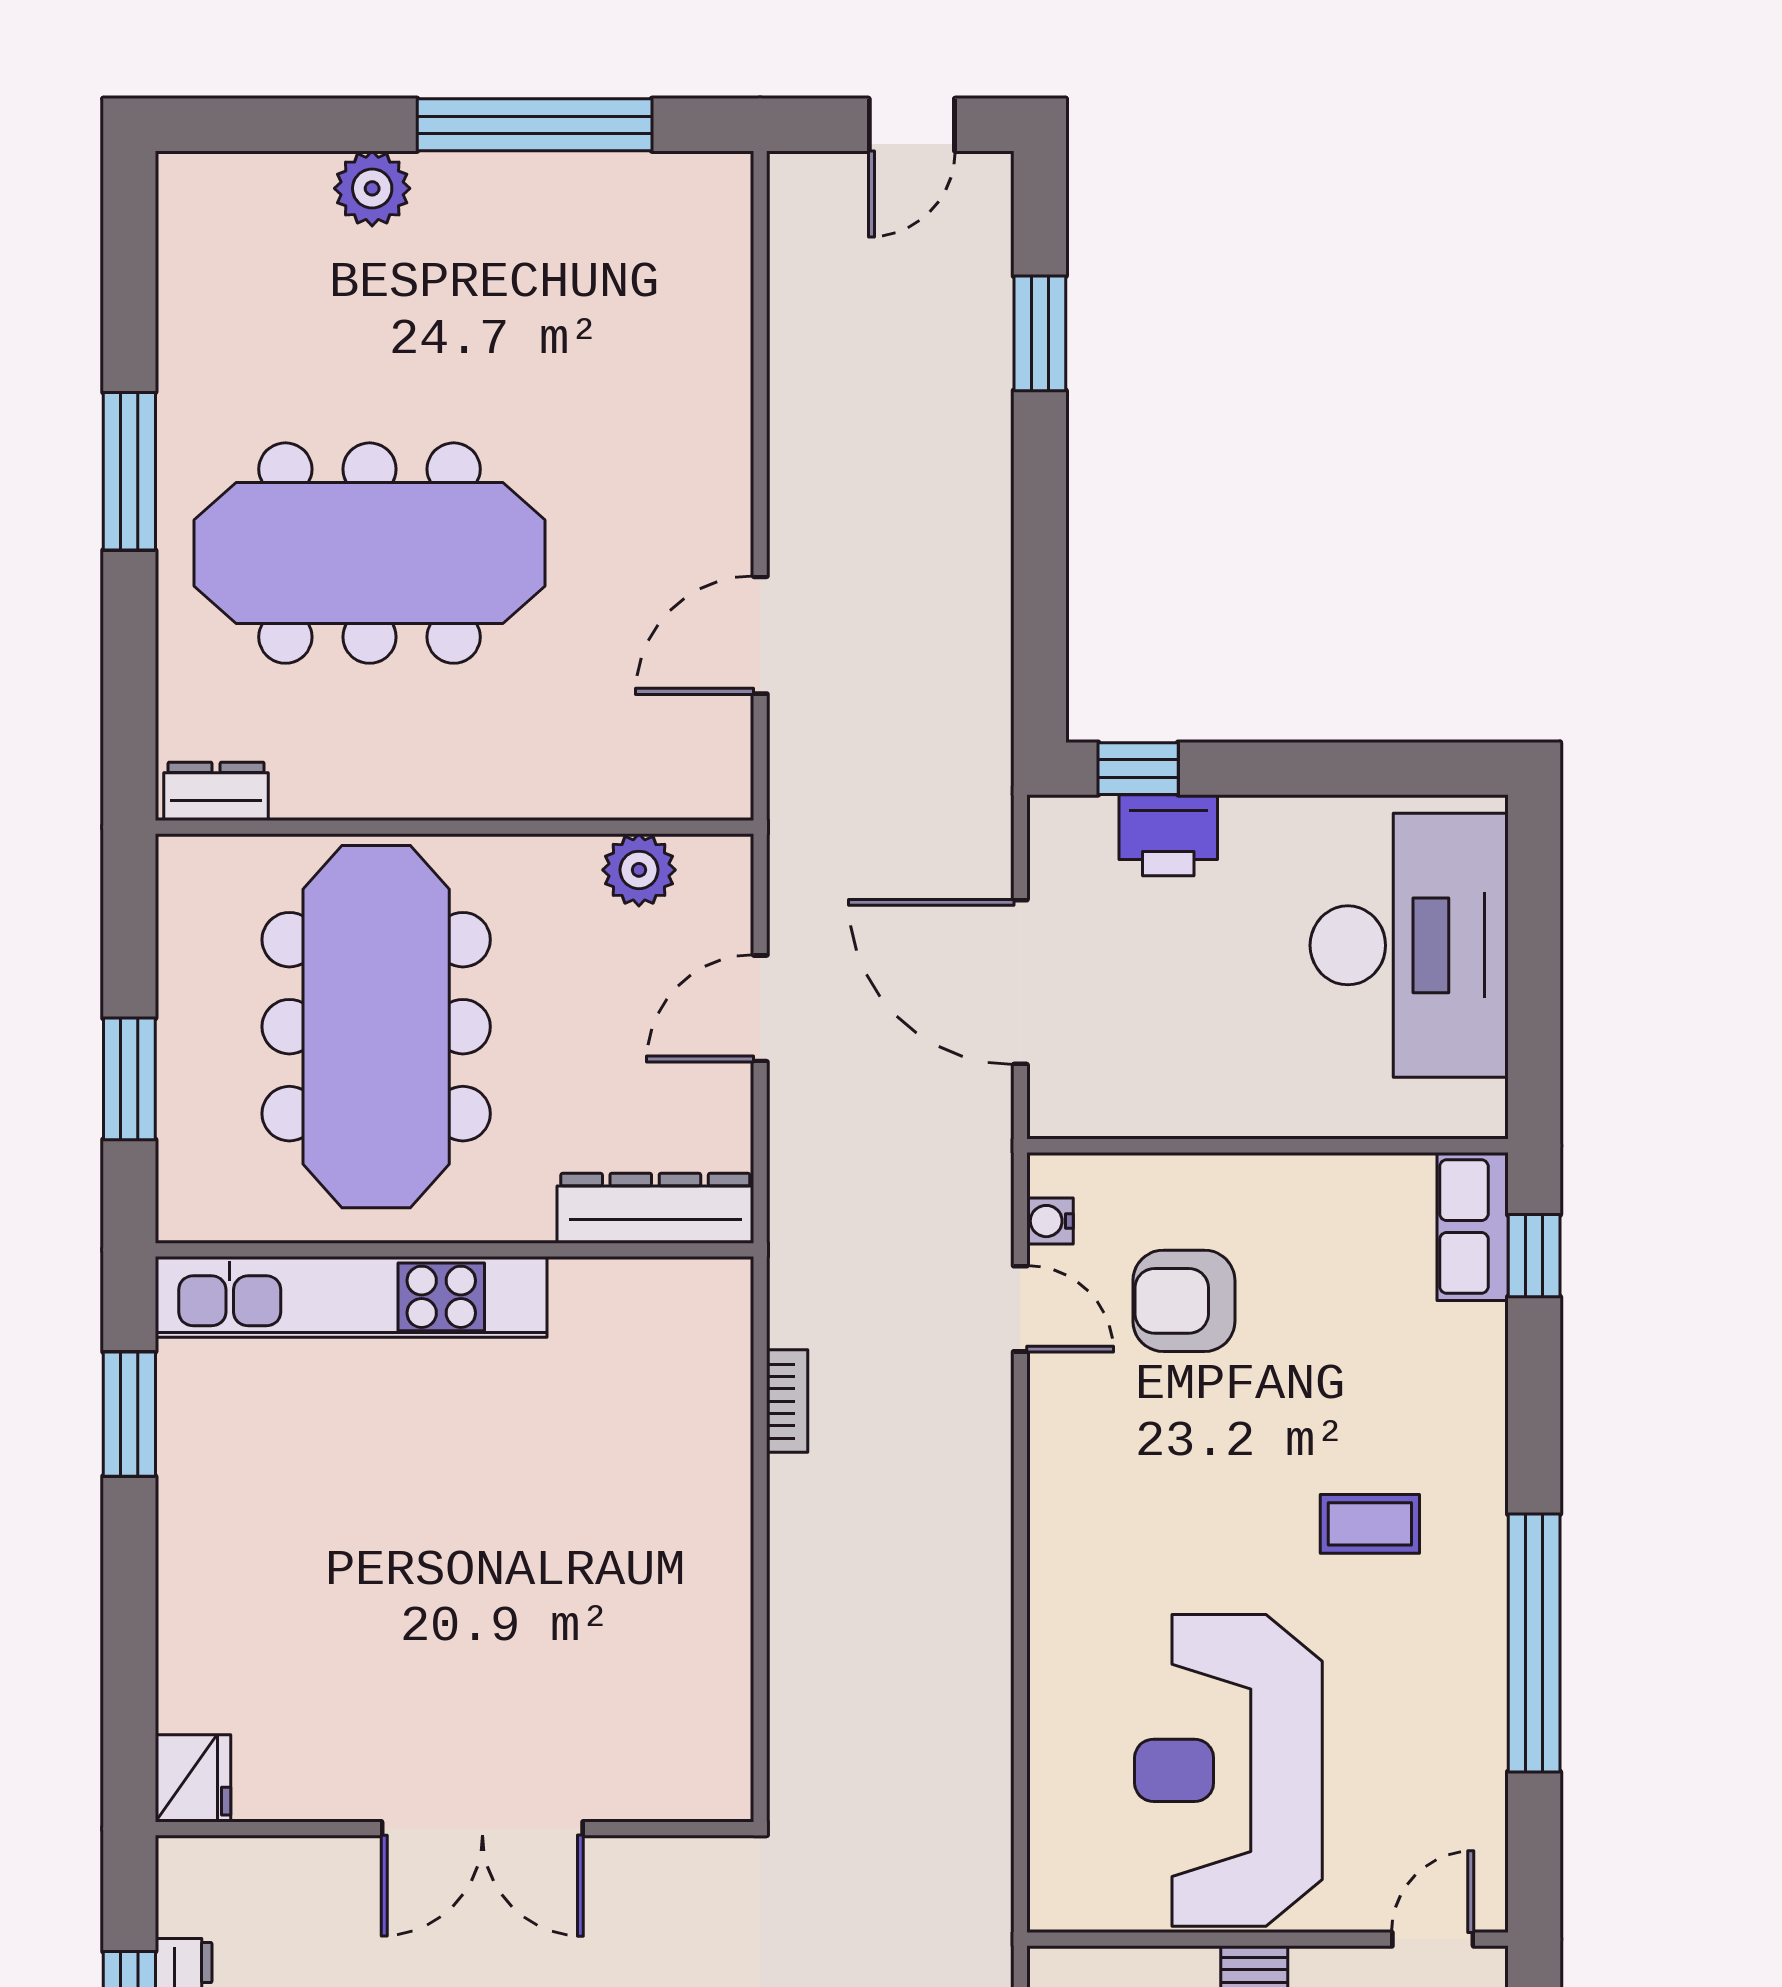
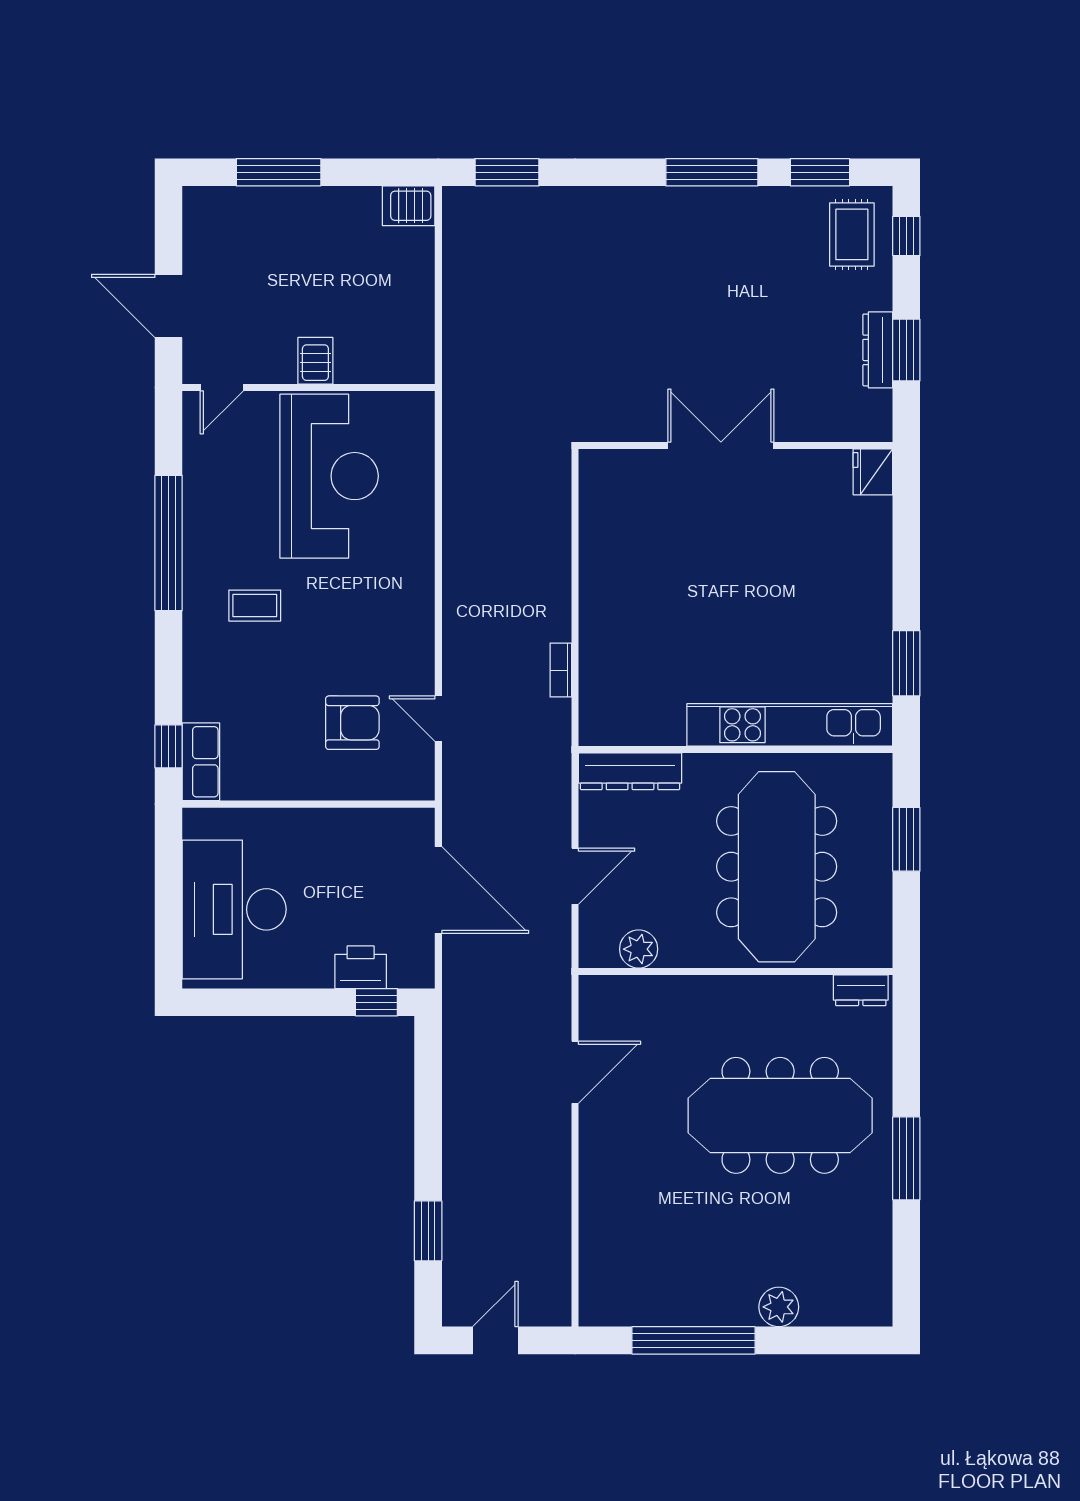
water cooler: (1050, 1221) -> (423, 765), removed

